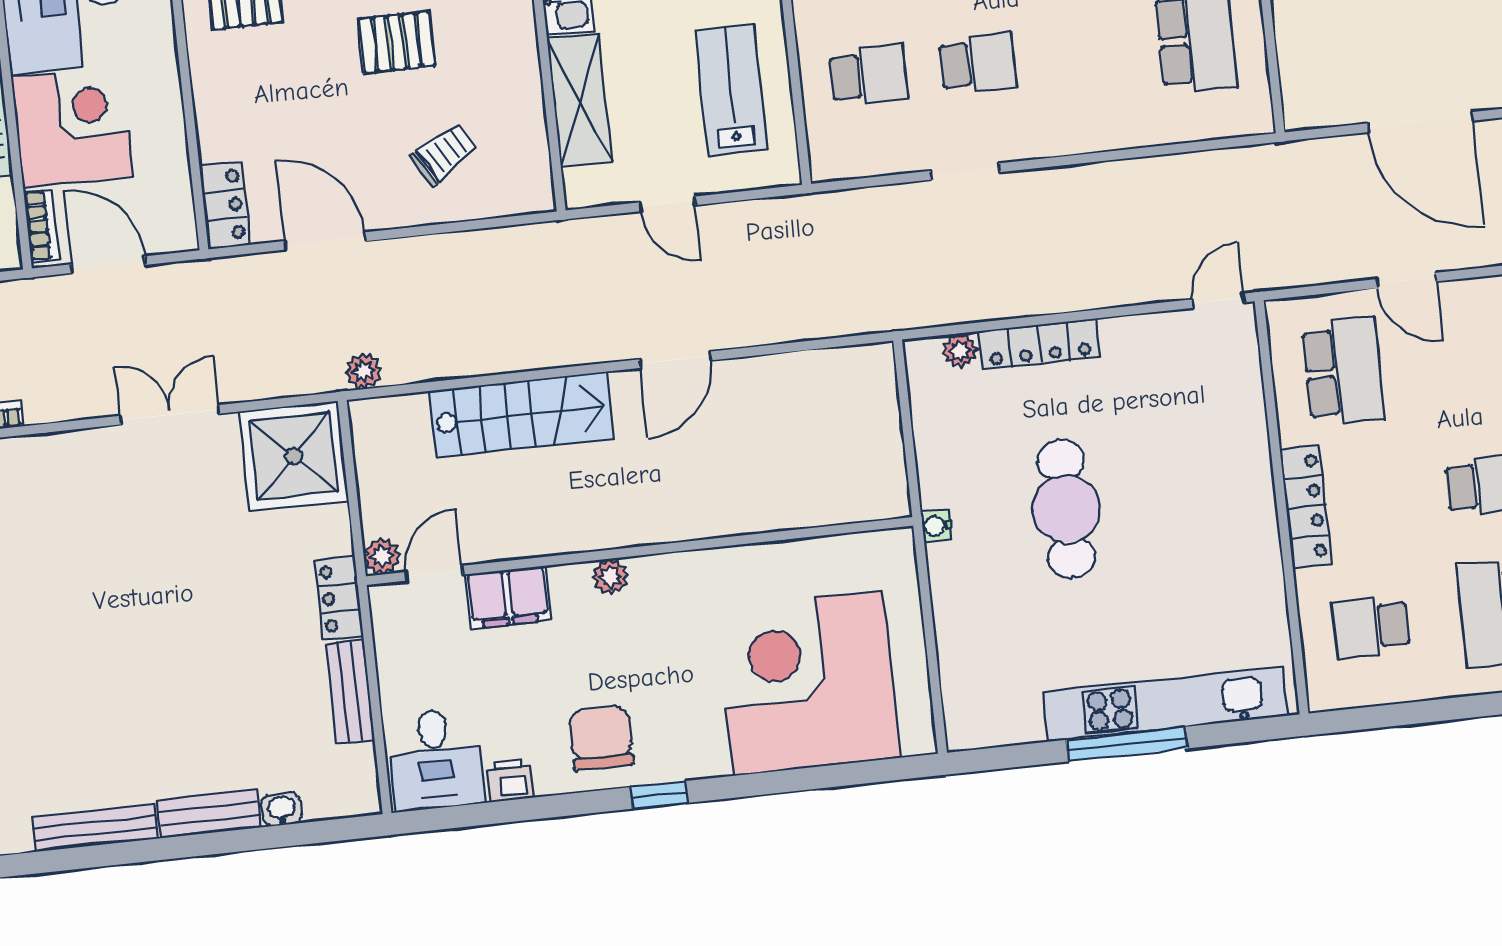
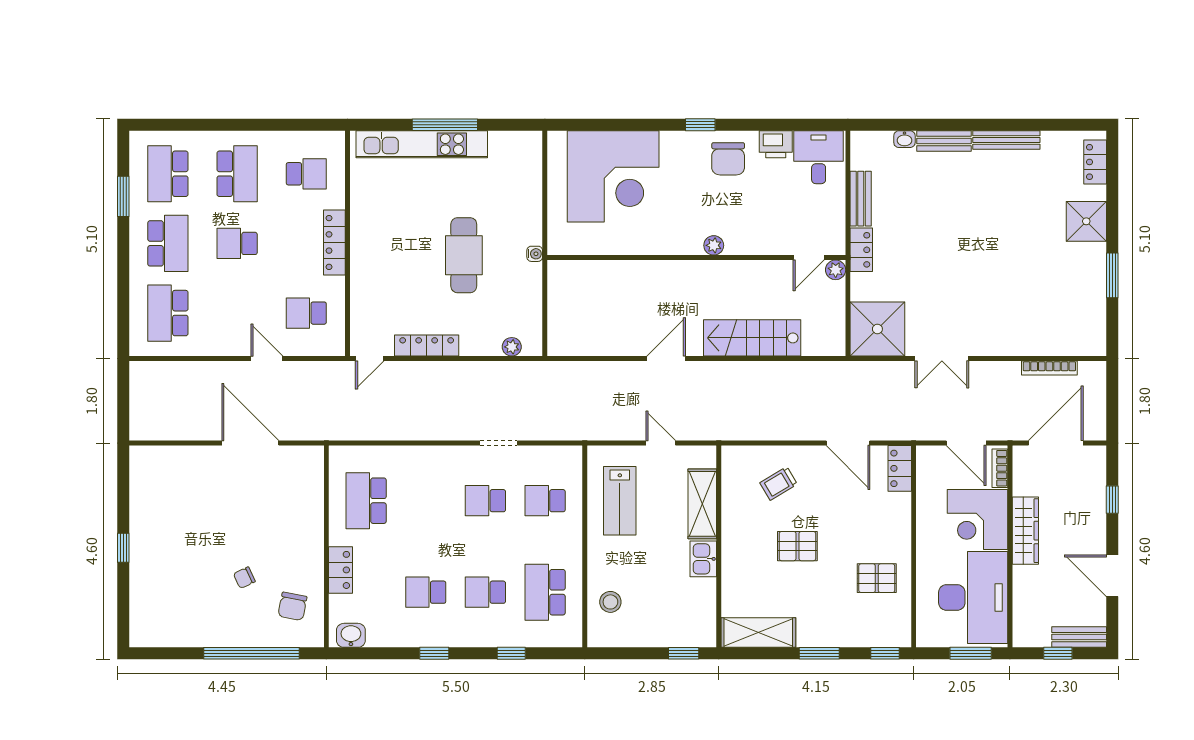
locker: (1040, 344) -> (427, 346), moved
plant: (364, 371) -> (835, 371), removed
school desk: (1343, 372) -> (306, 313), width x0.54
filing cabinet: (508, 597) -> (770, 240), removed
printer: (509, 780) -> (776, 144), width x1.36, depth x1.24

